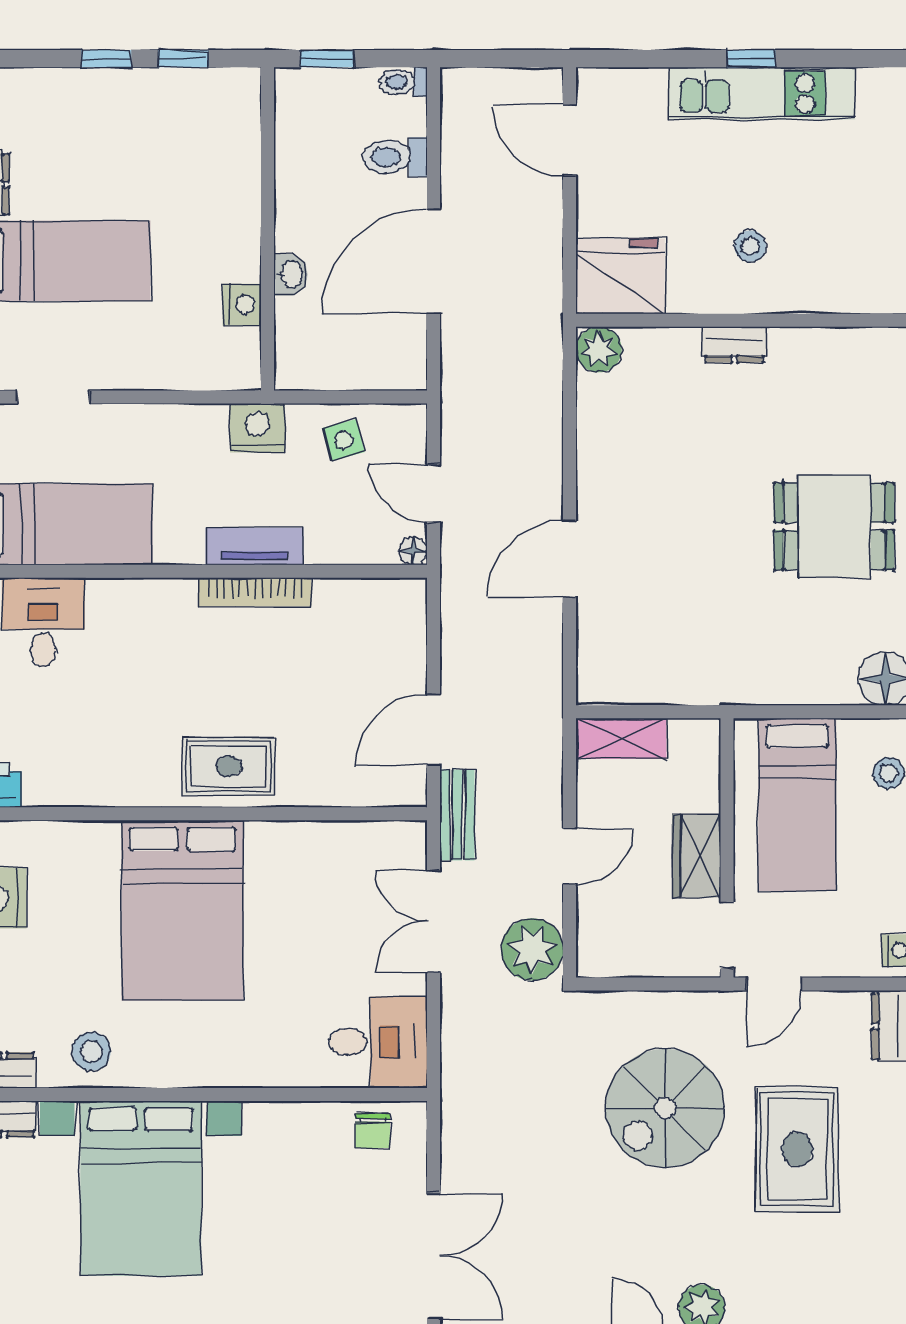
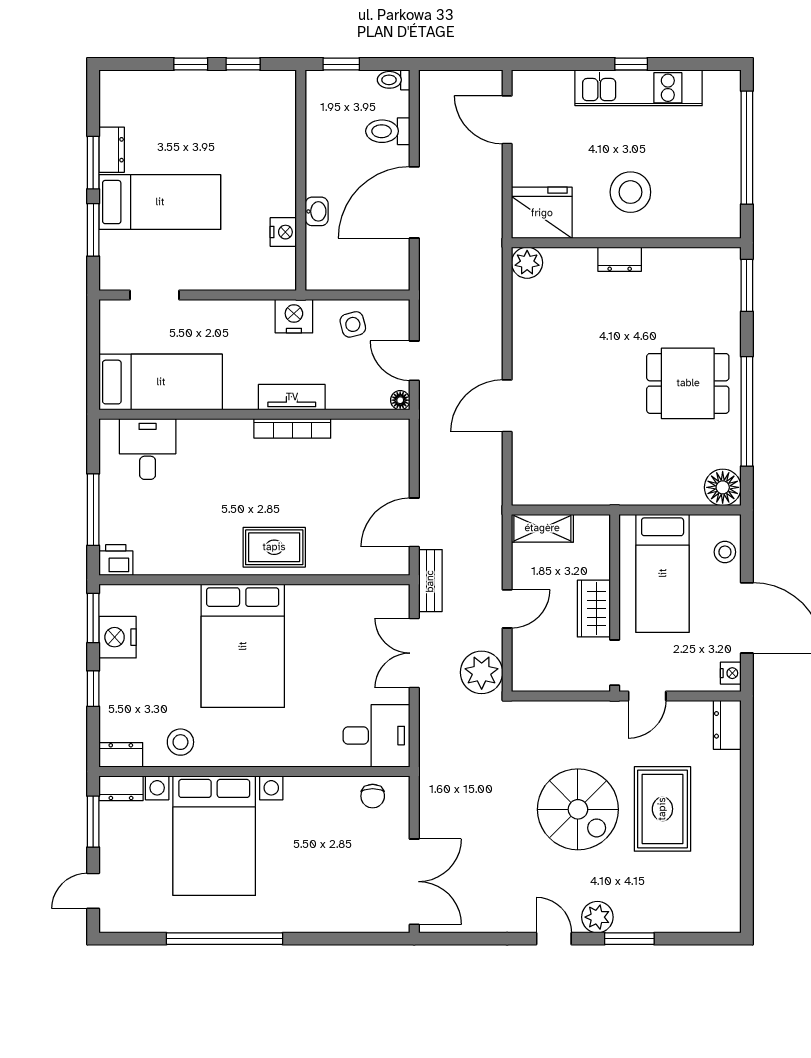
stool: (750, 246) -> (630, 192), width x1.89, depth x1.89
spiral stairs: (665, 1108) -> (578, 809), moved, turned -90

